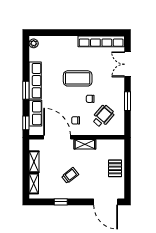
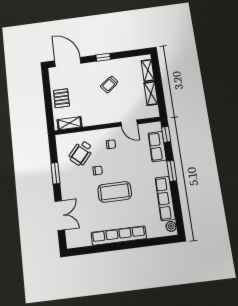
row of seats: (101, 41) -> (119, 236), moved
row of seats: (35, 81) -> (165, 198), moved
door: (57, 137) -> (129, 123), width x0.53
shelving: (85, 144) -> (70, 123), moved
window: (61, 202) -> (103, 57), moved

